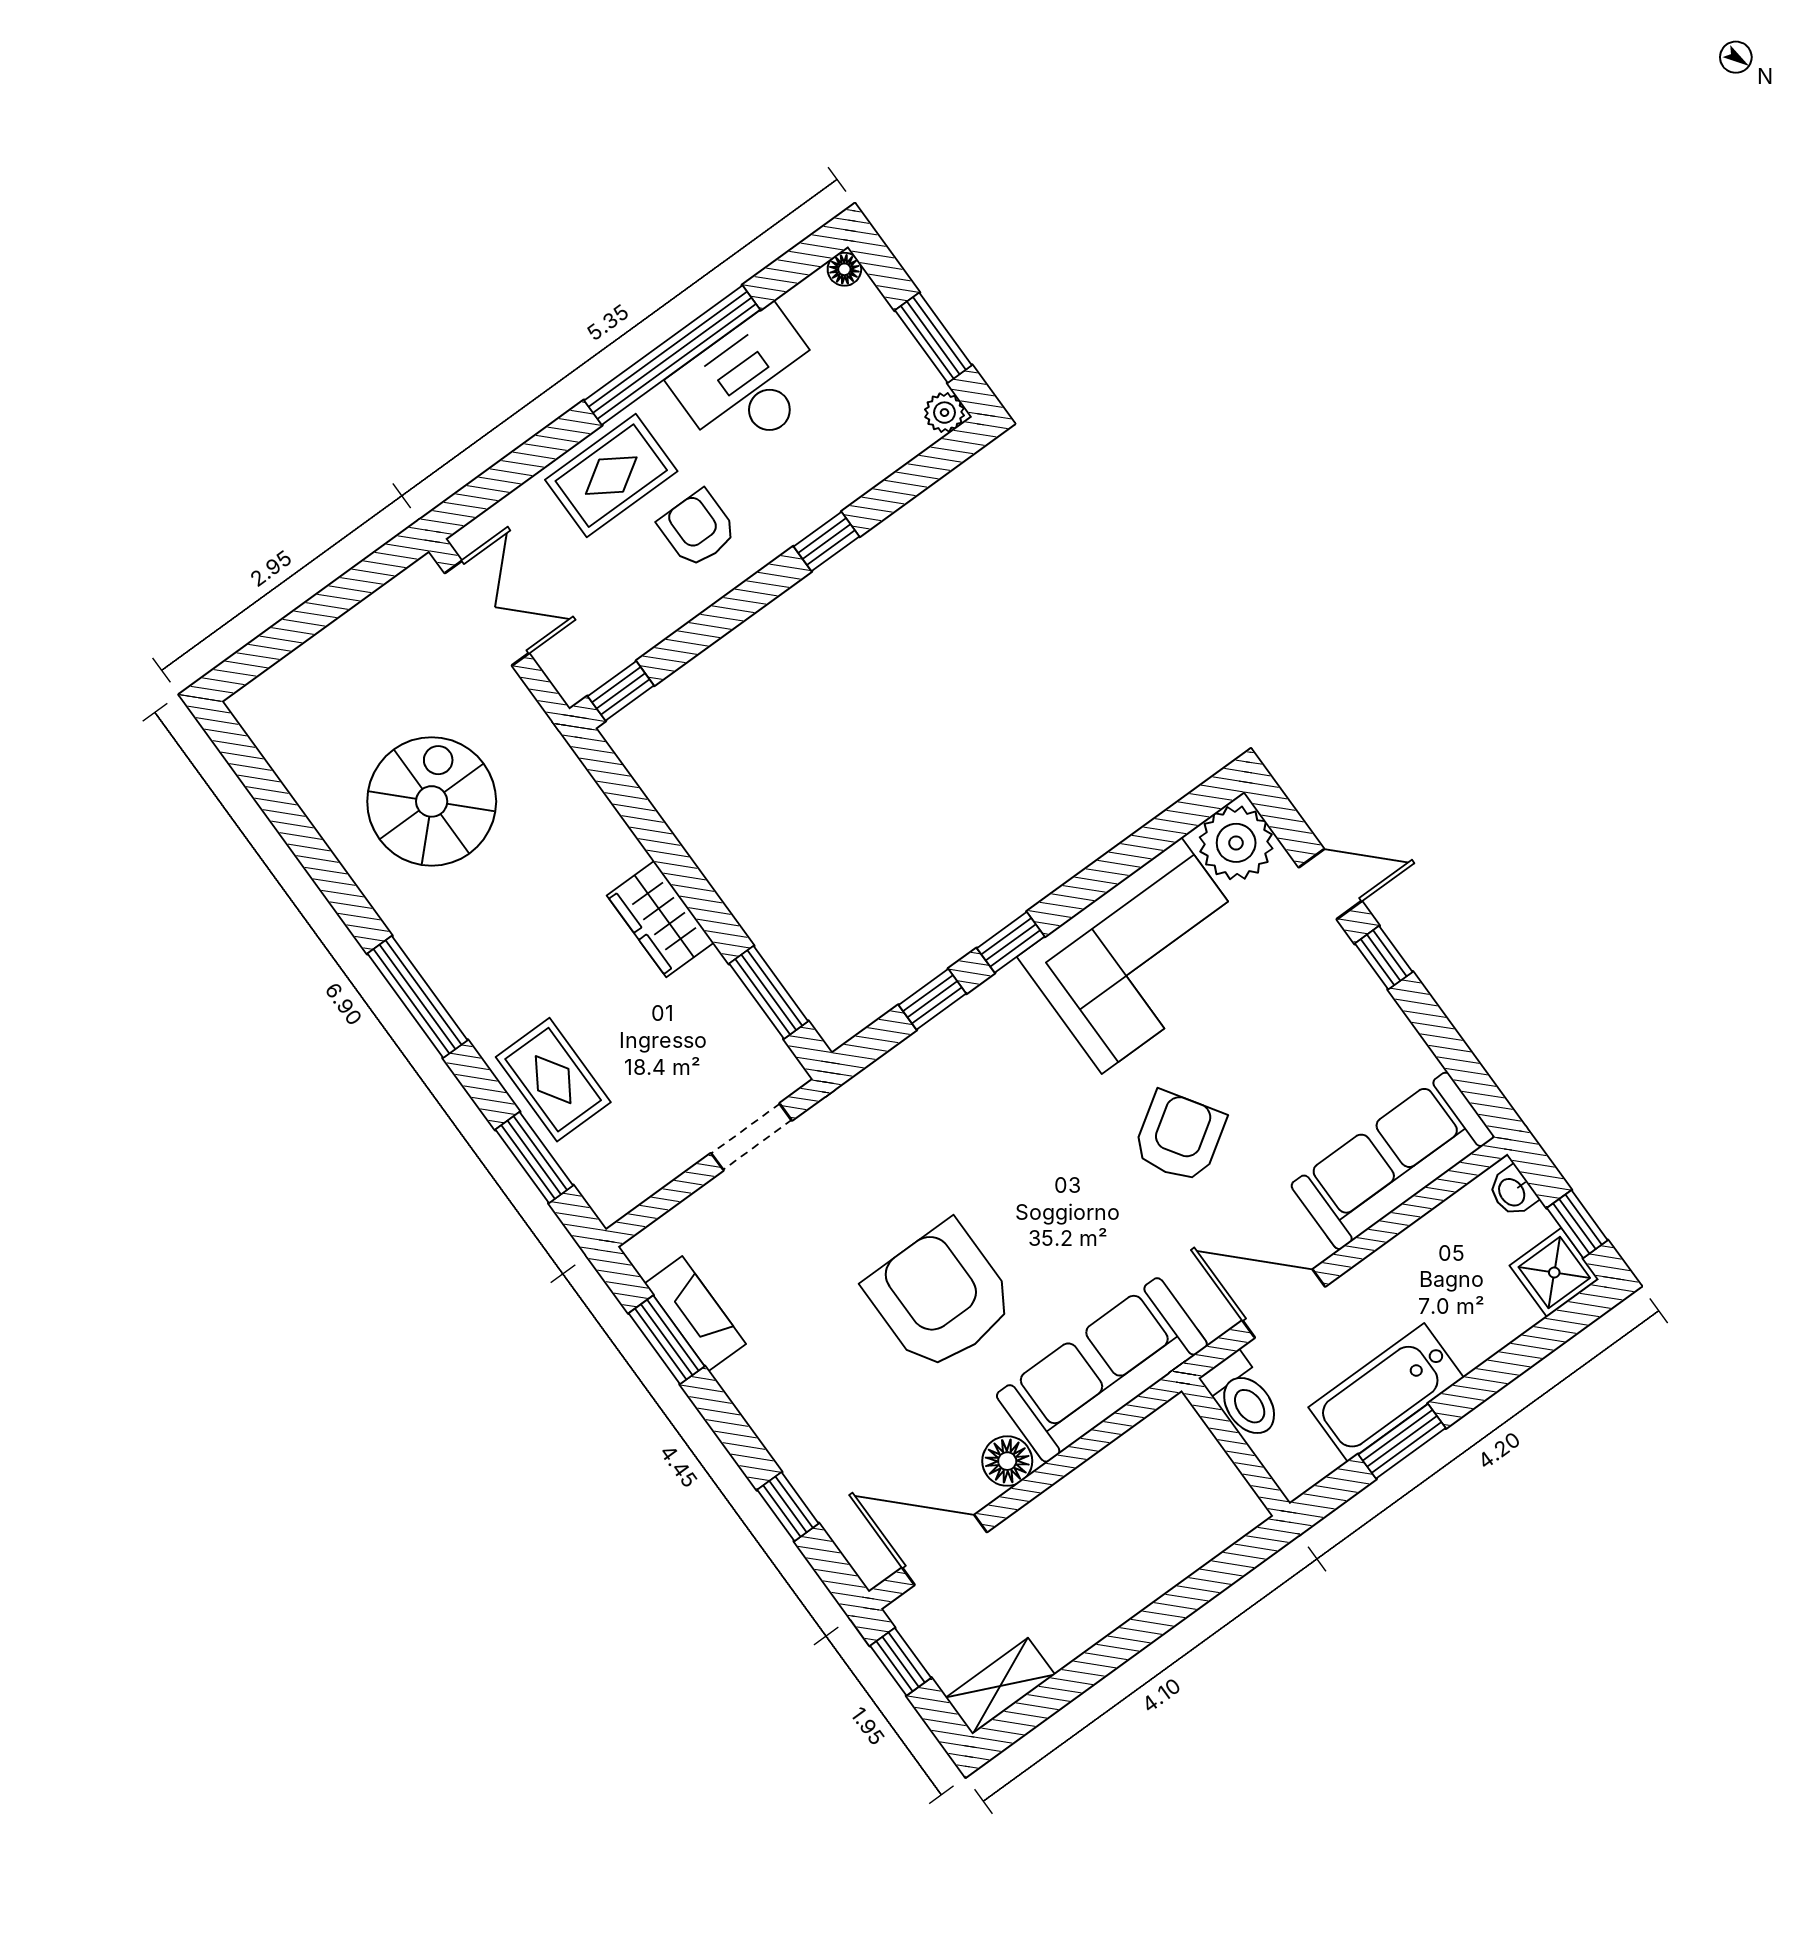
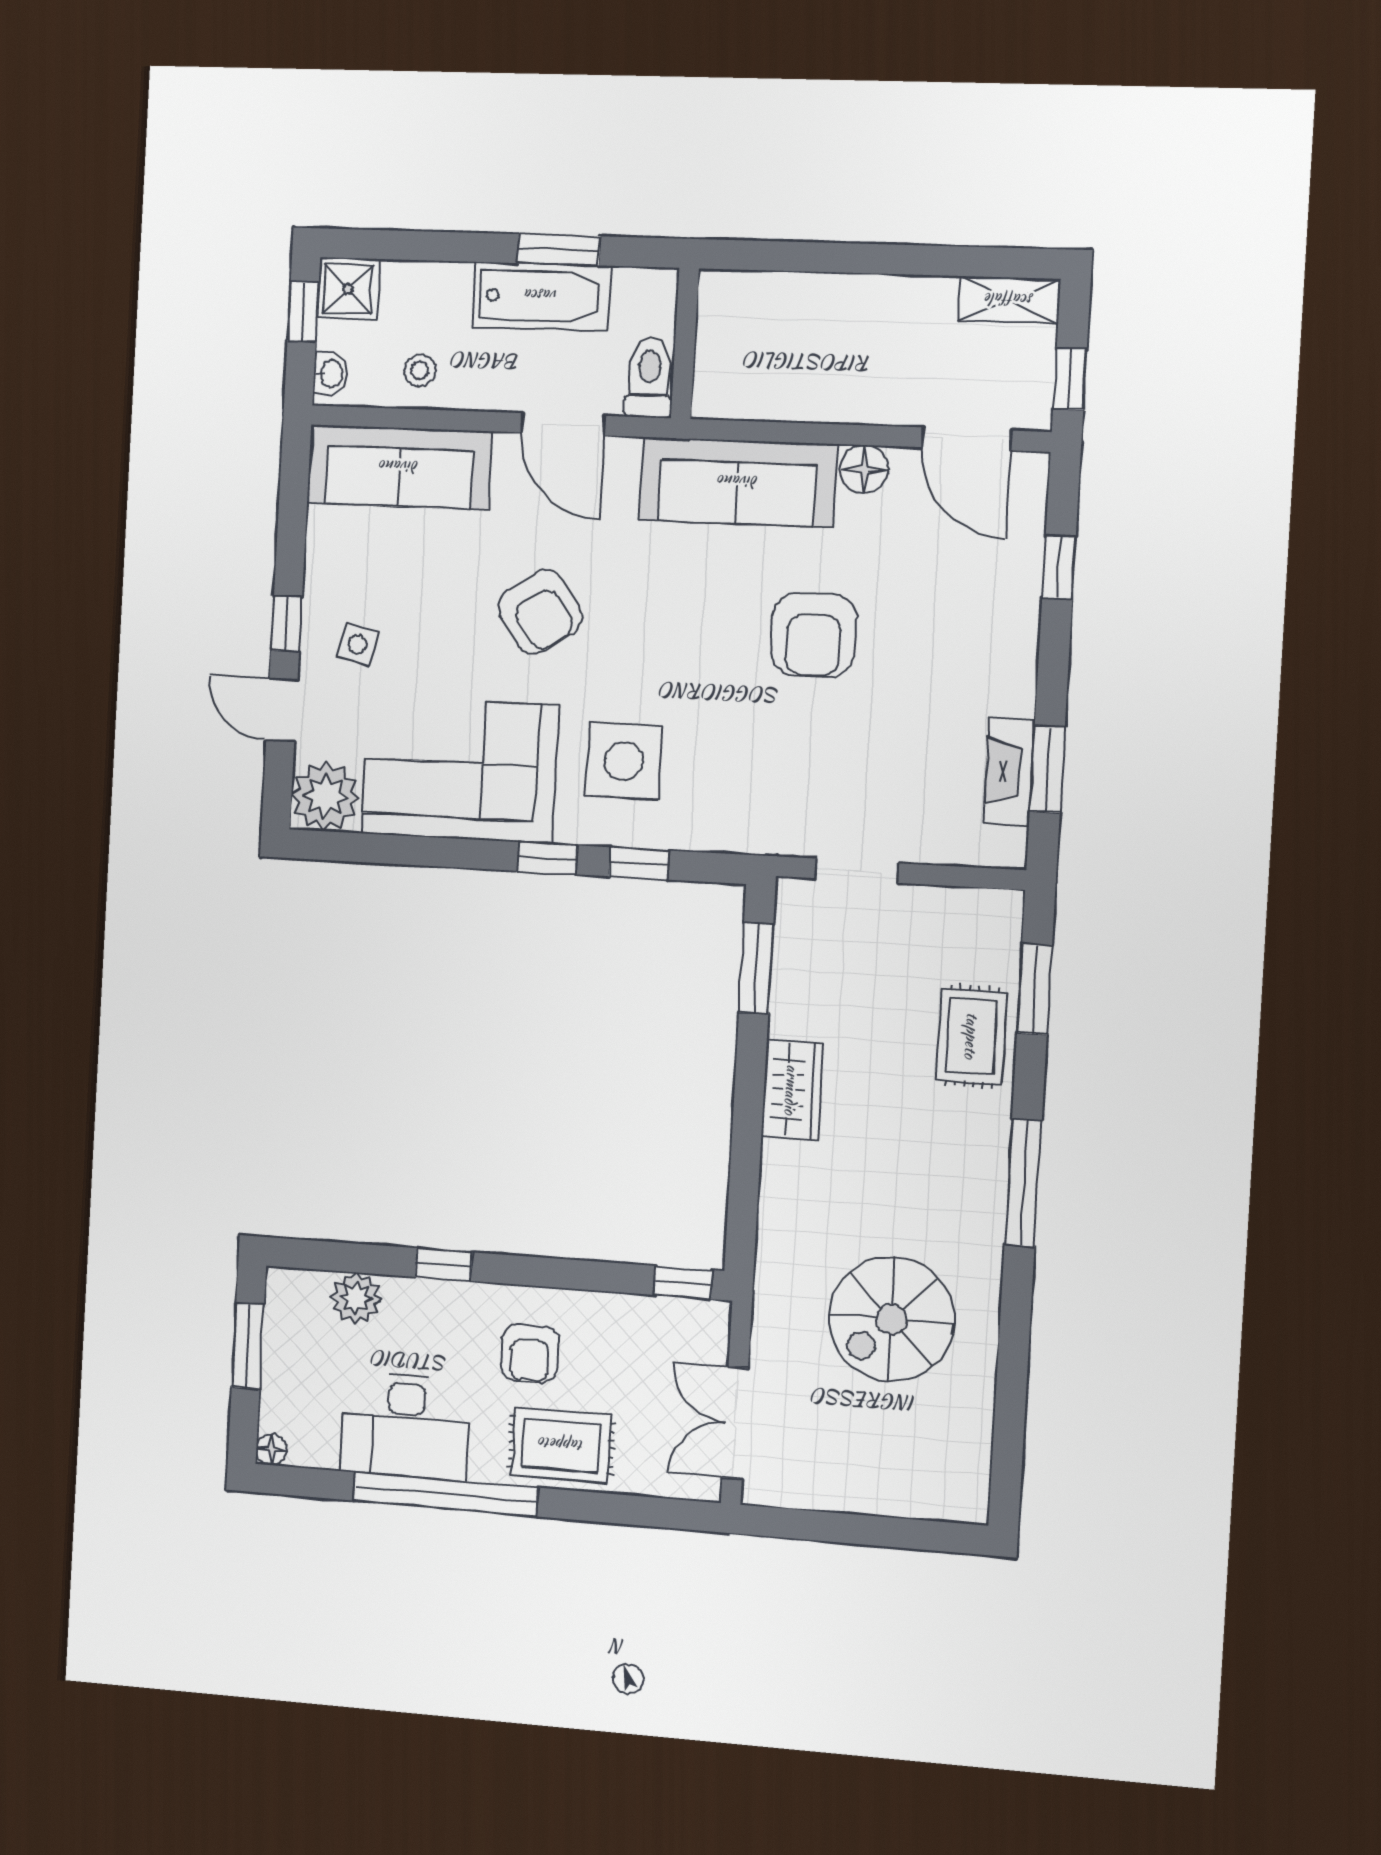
plant: (945, 413) -> (356, 1298), moved, width x1.38, depth x1.38
side table: (1310, 989) -> (358, 644), added
side table: (1012, 1071) -> (624, 761), added
armchair: (1179, 1137) -> (540, 612), turned -91
stool: (1439, 1253) -> (420, 370), added
armchair: (941, 1297) -> (813, 635), width x0.73, depth x0.73

